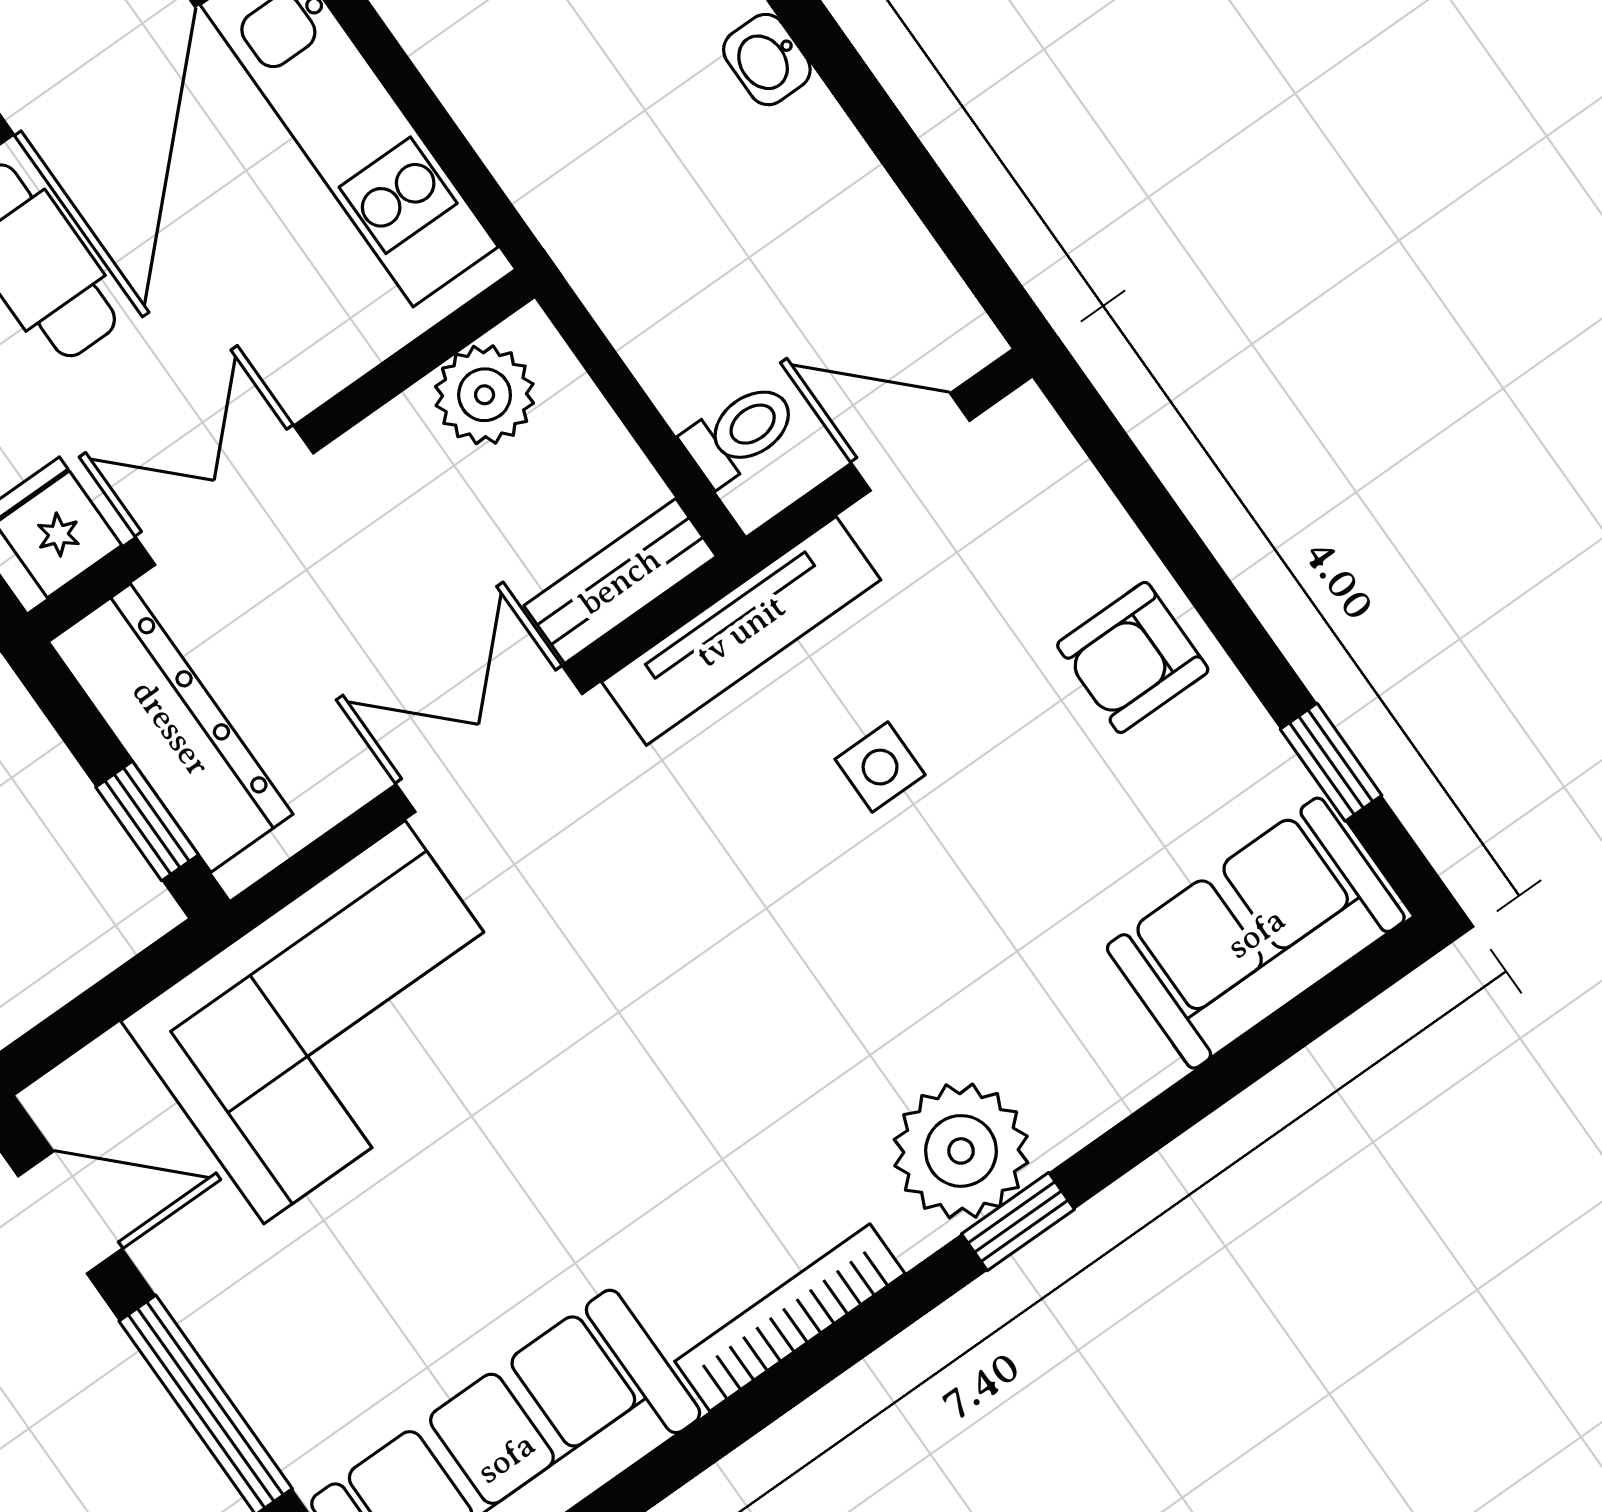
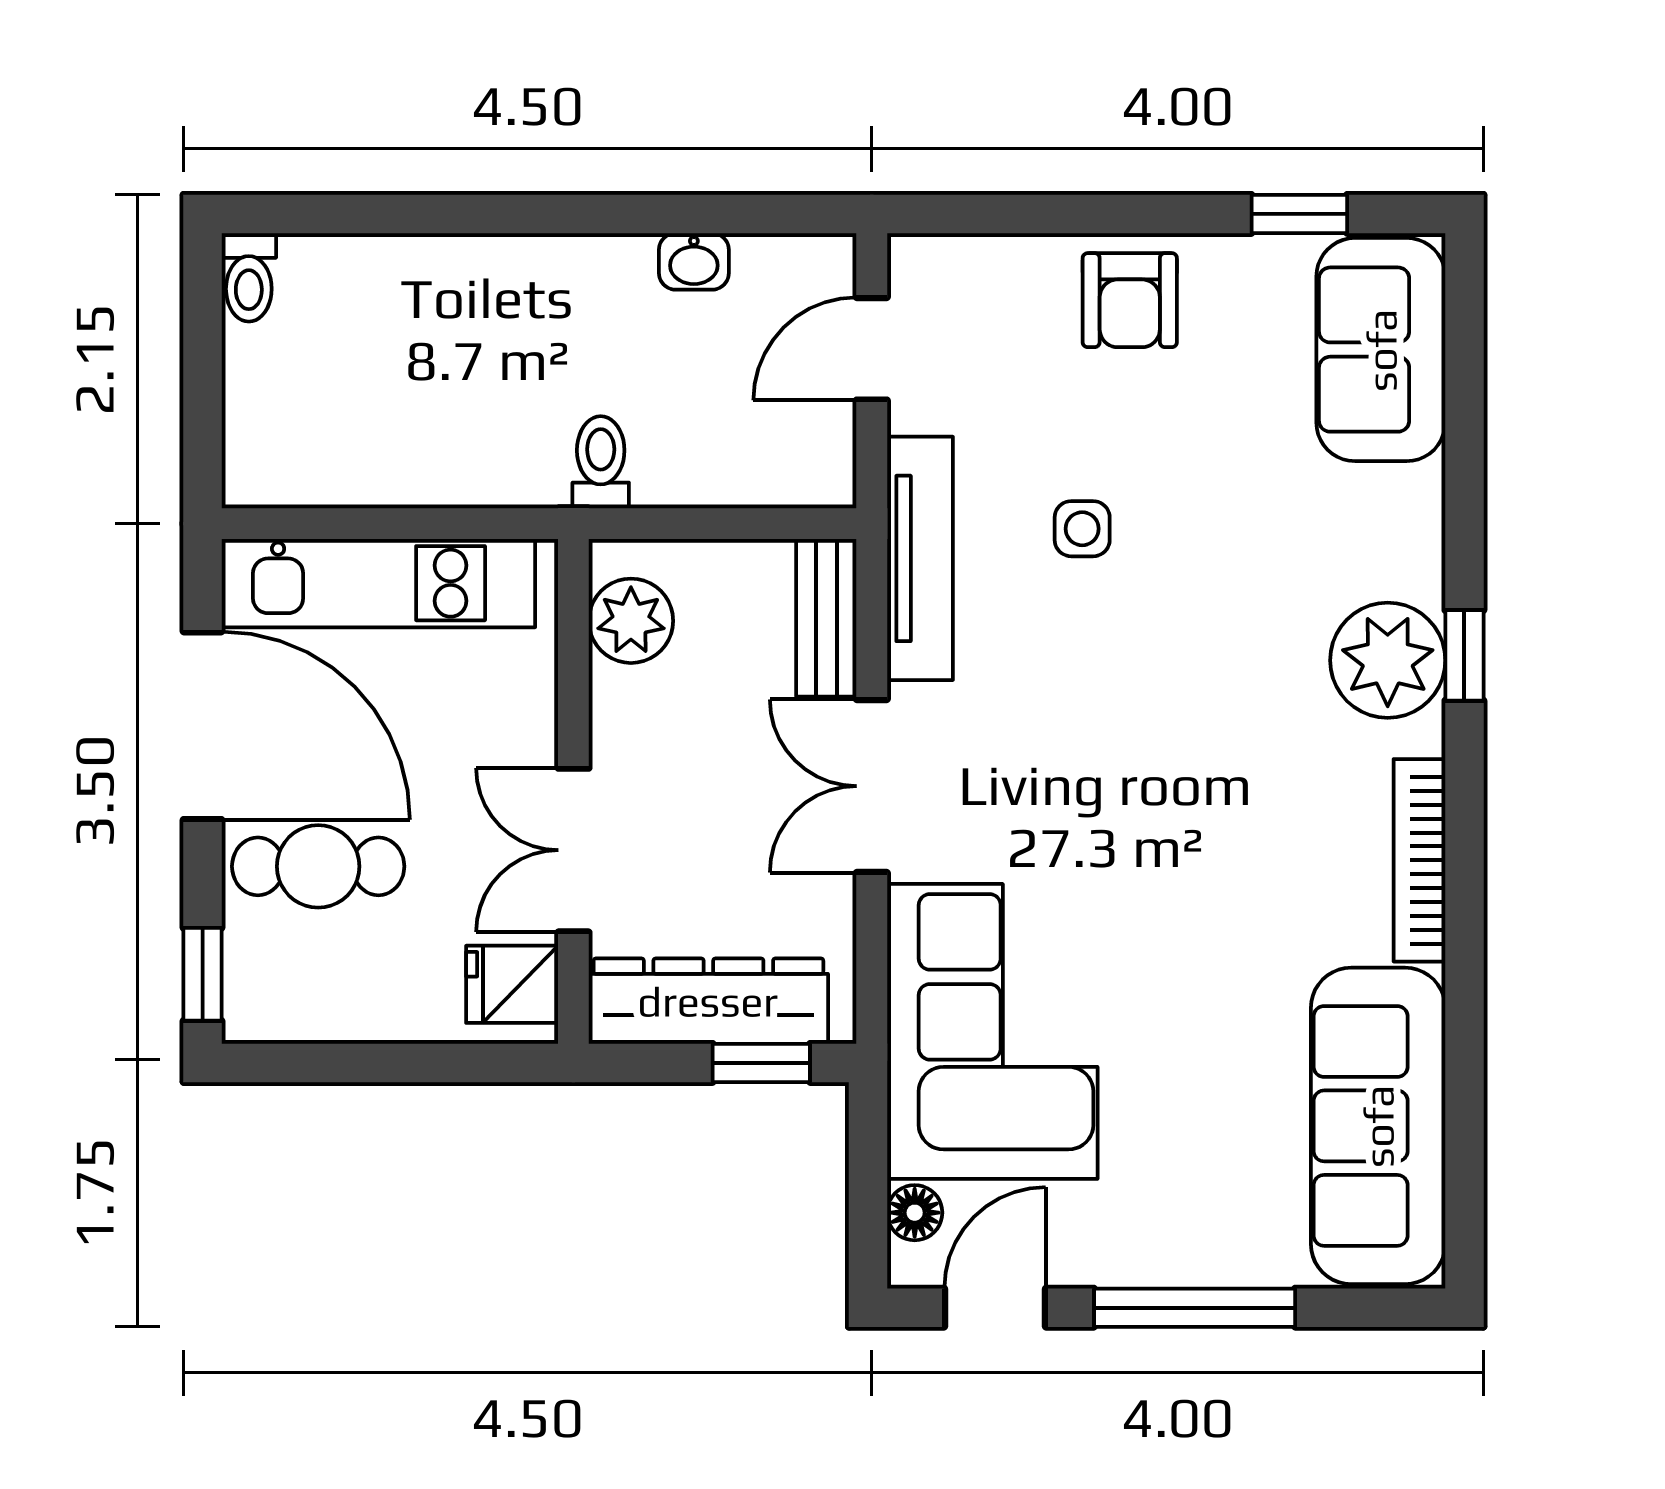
washbasin: (767, 60) -> (694, 261), moved
toilet: (740, 433) -> (601, 462), moved
floor lamp: (107, 1071) -> (915, 1213), added

